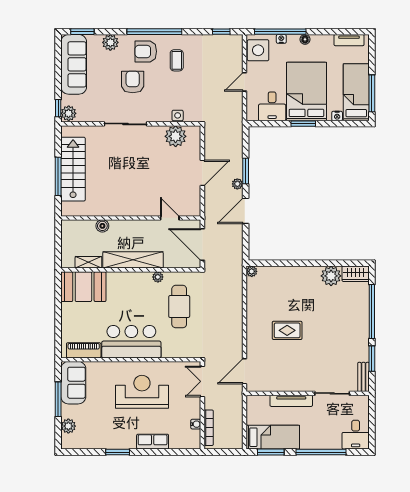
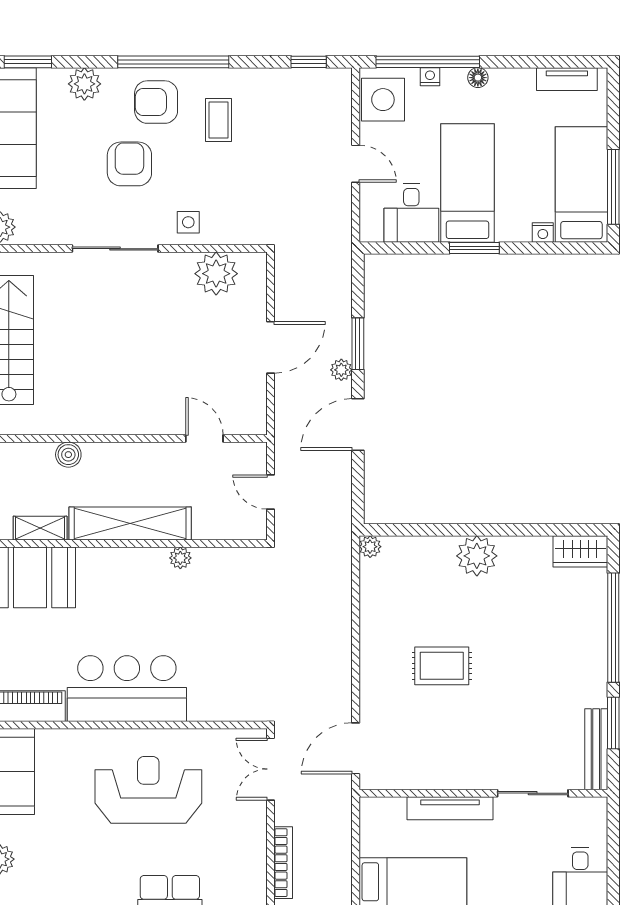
door: (245, 82) -> (356, 164), swing flipped
bed: (306, 92) -> (468, 183), width x0.67
side table: (178, 115) -> (188, 222), moved
door: (202, 244) -> (271, 492), width x0.53
plant: (331, 276) -> (477, 556), moved
cafe table: (179, 307) -> (224, 618), removed
bench: (364, 377) -> (596, 749), width x1.36
water cooler: (196, 424) -> (257, 855), removed

